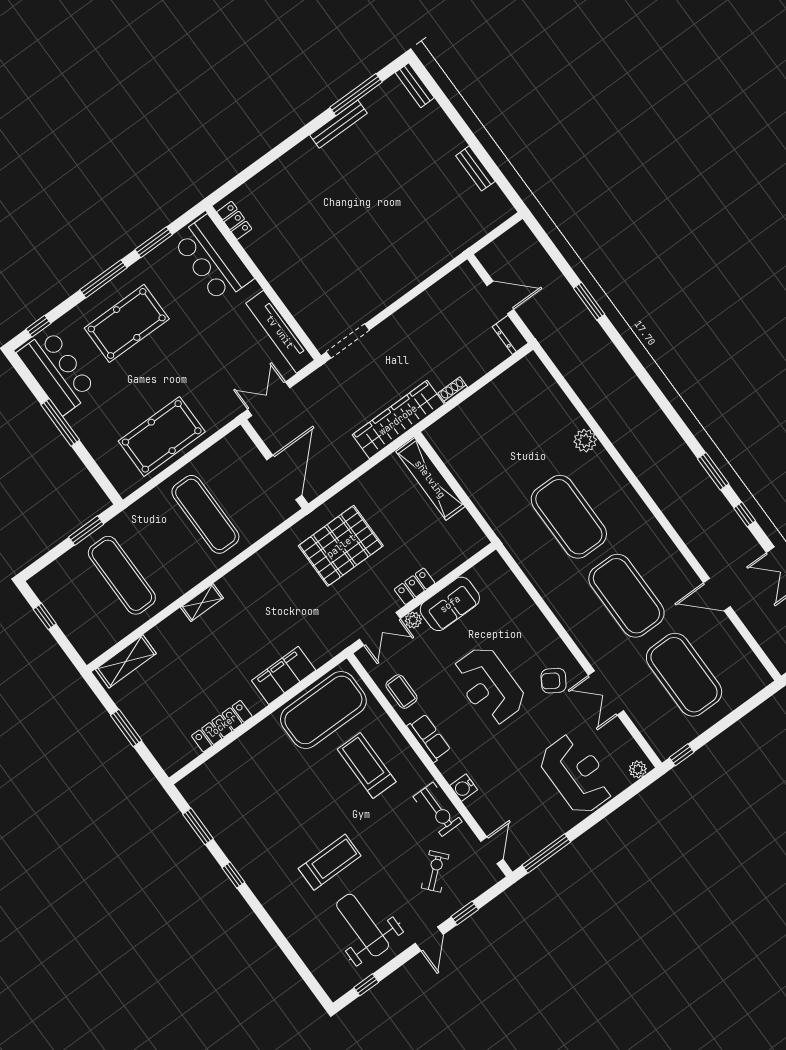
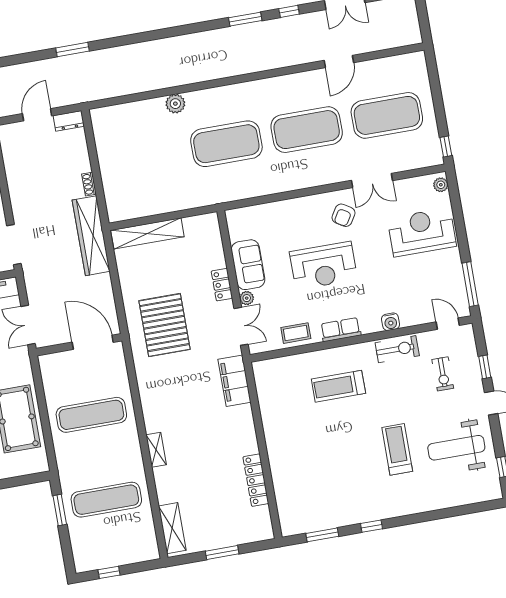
filing cabinet: (284, 675) -> (234, 381), moved
exercise mat: (323, 710) -> (281, 398), removed
exercise bike: (435, 871) -> (443, 374), turned -139

